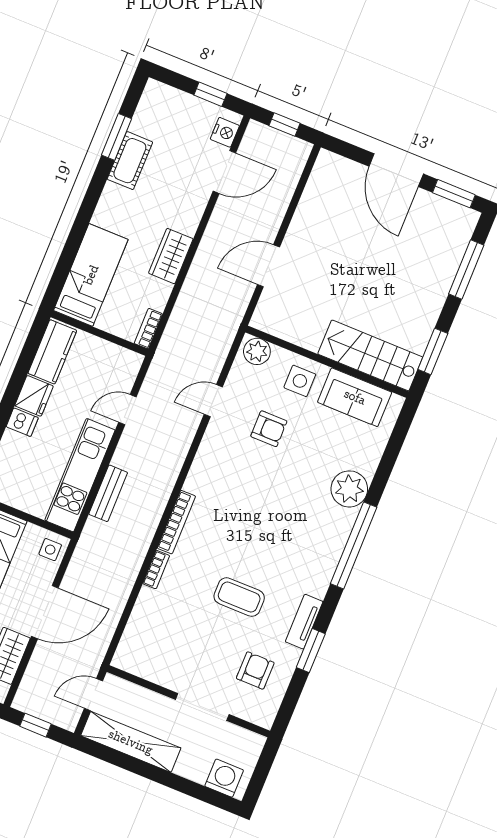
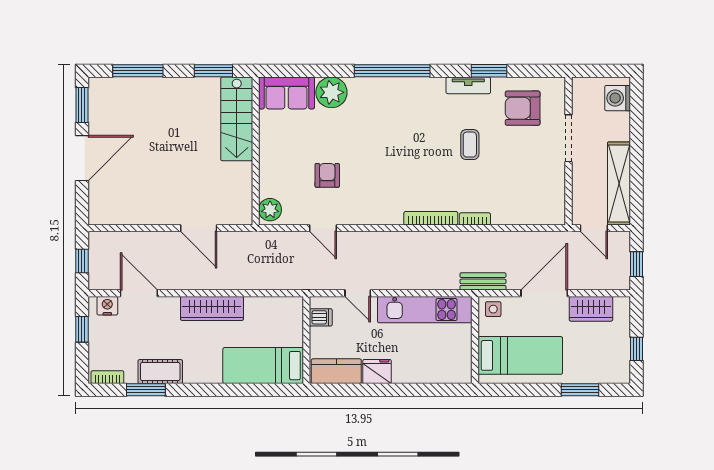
wardrobe: (171, 256) -> (212, 308), width x1.50
bookcase: (148, 329) -> (107, 377), moved, turned 180
side table: (300, 381) -> (279, 166), removed
sofa: (355, 397) -> (286, 93), moved, turned 90
dishwasher: (22, 422) -> (321, 317), moved, turned 90
plant: (349, 489) -> (331, 92), moved
bench: (108, 493) -> (483, 281), moved
coffee table: (239, 597) -> (470, 145), width x0.73, depth x0.77
door: (45, 612) -> (544, 293), hinge flipped
armchair: (255, 670) -> (523, 108), width x1.38, depth x1.38

